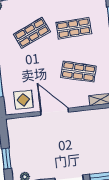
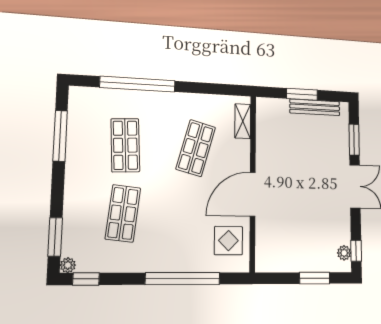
shop shelf: (32, 33) -> (123, 213), turned 30

